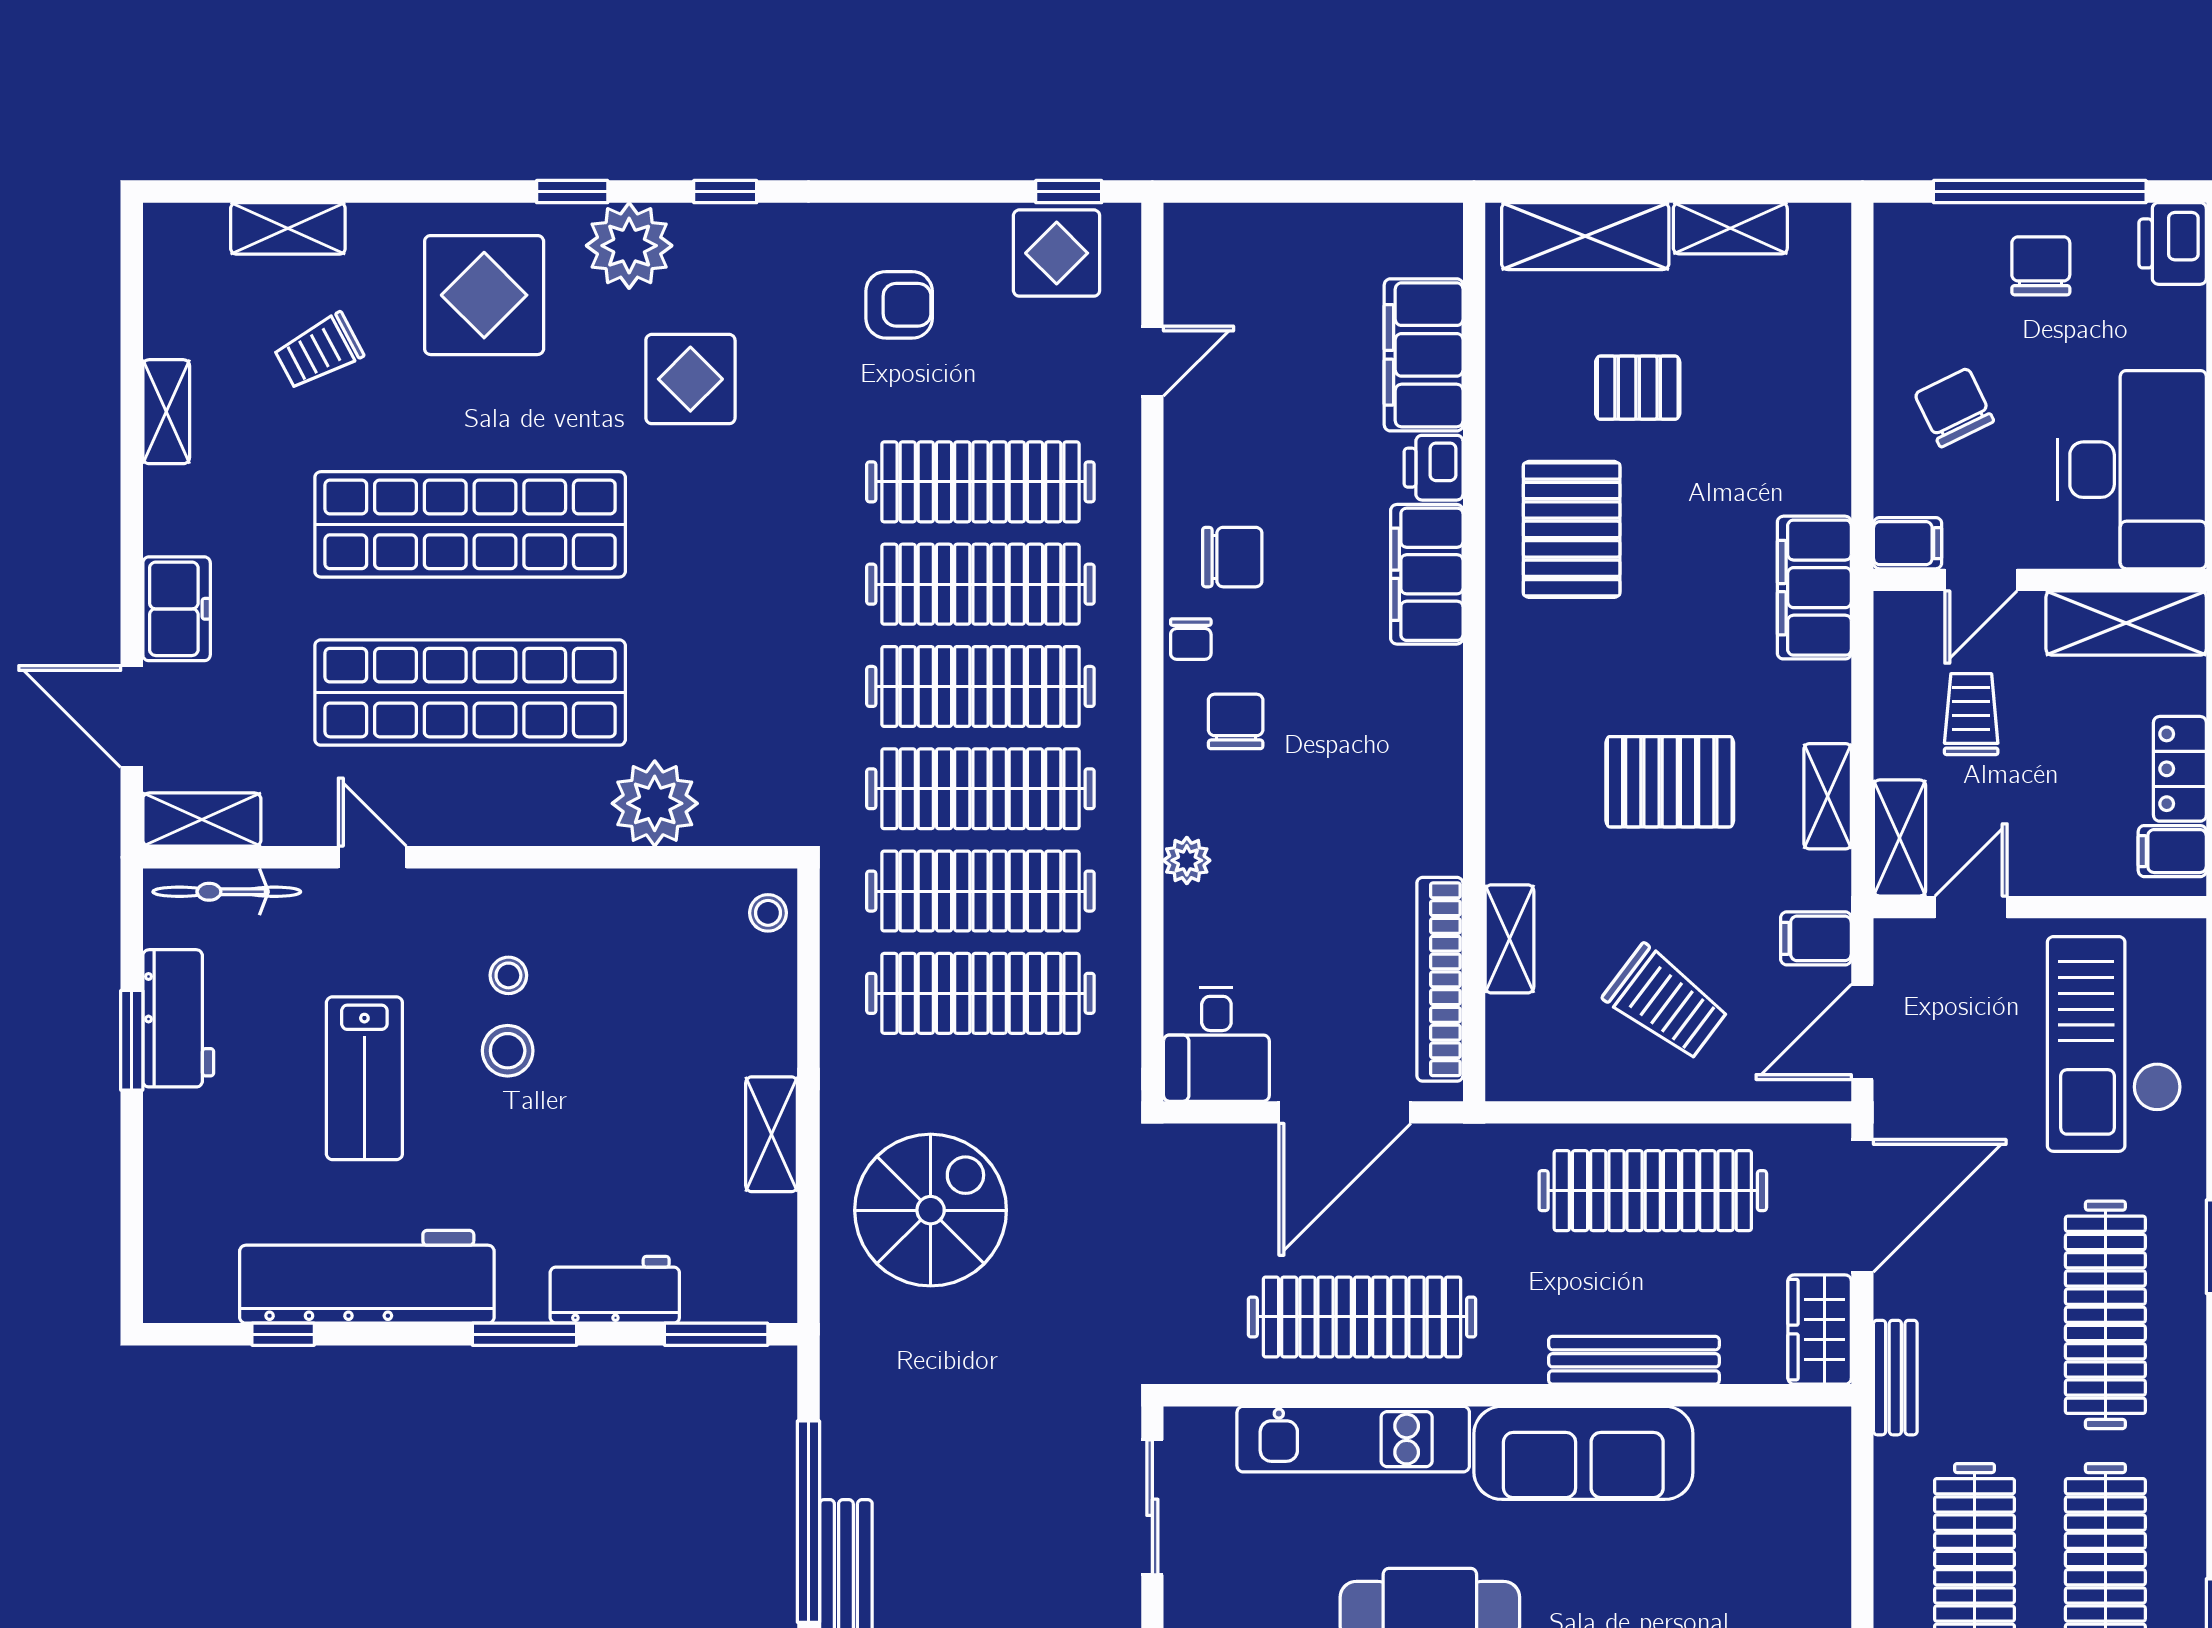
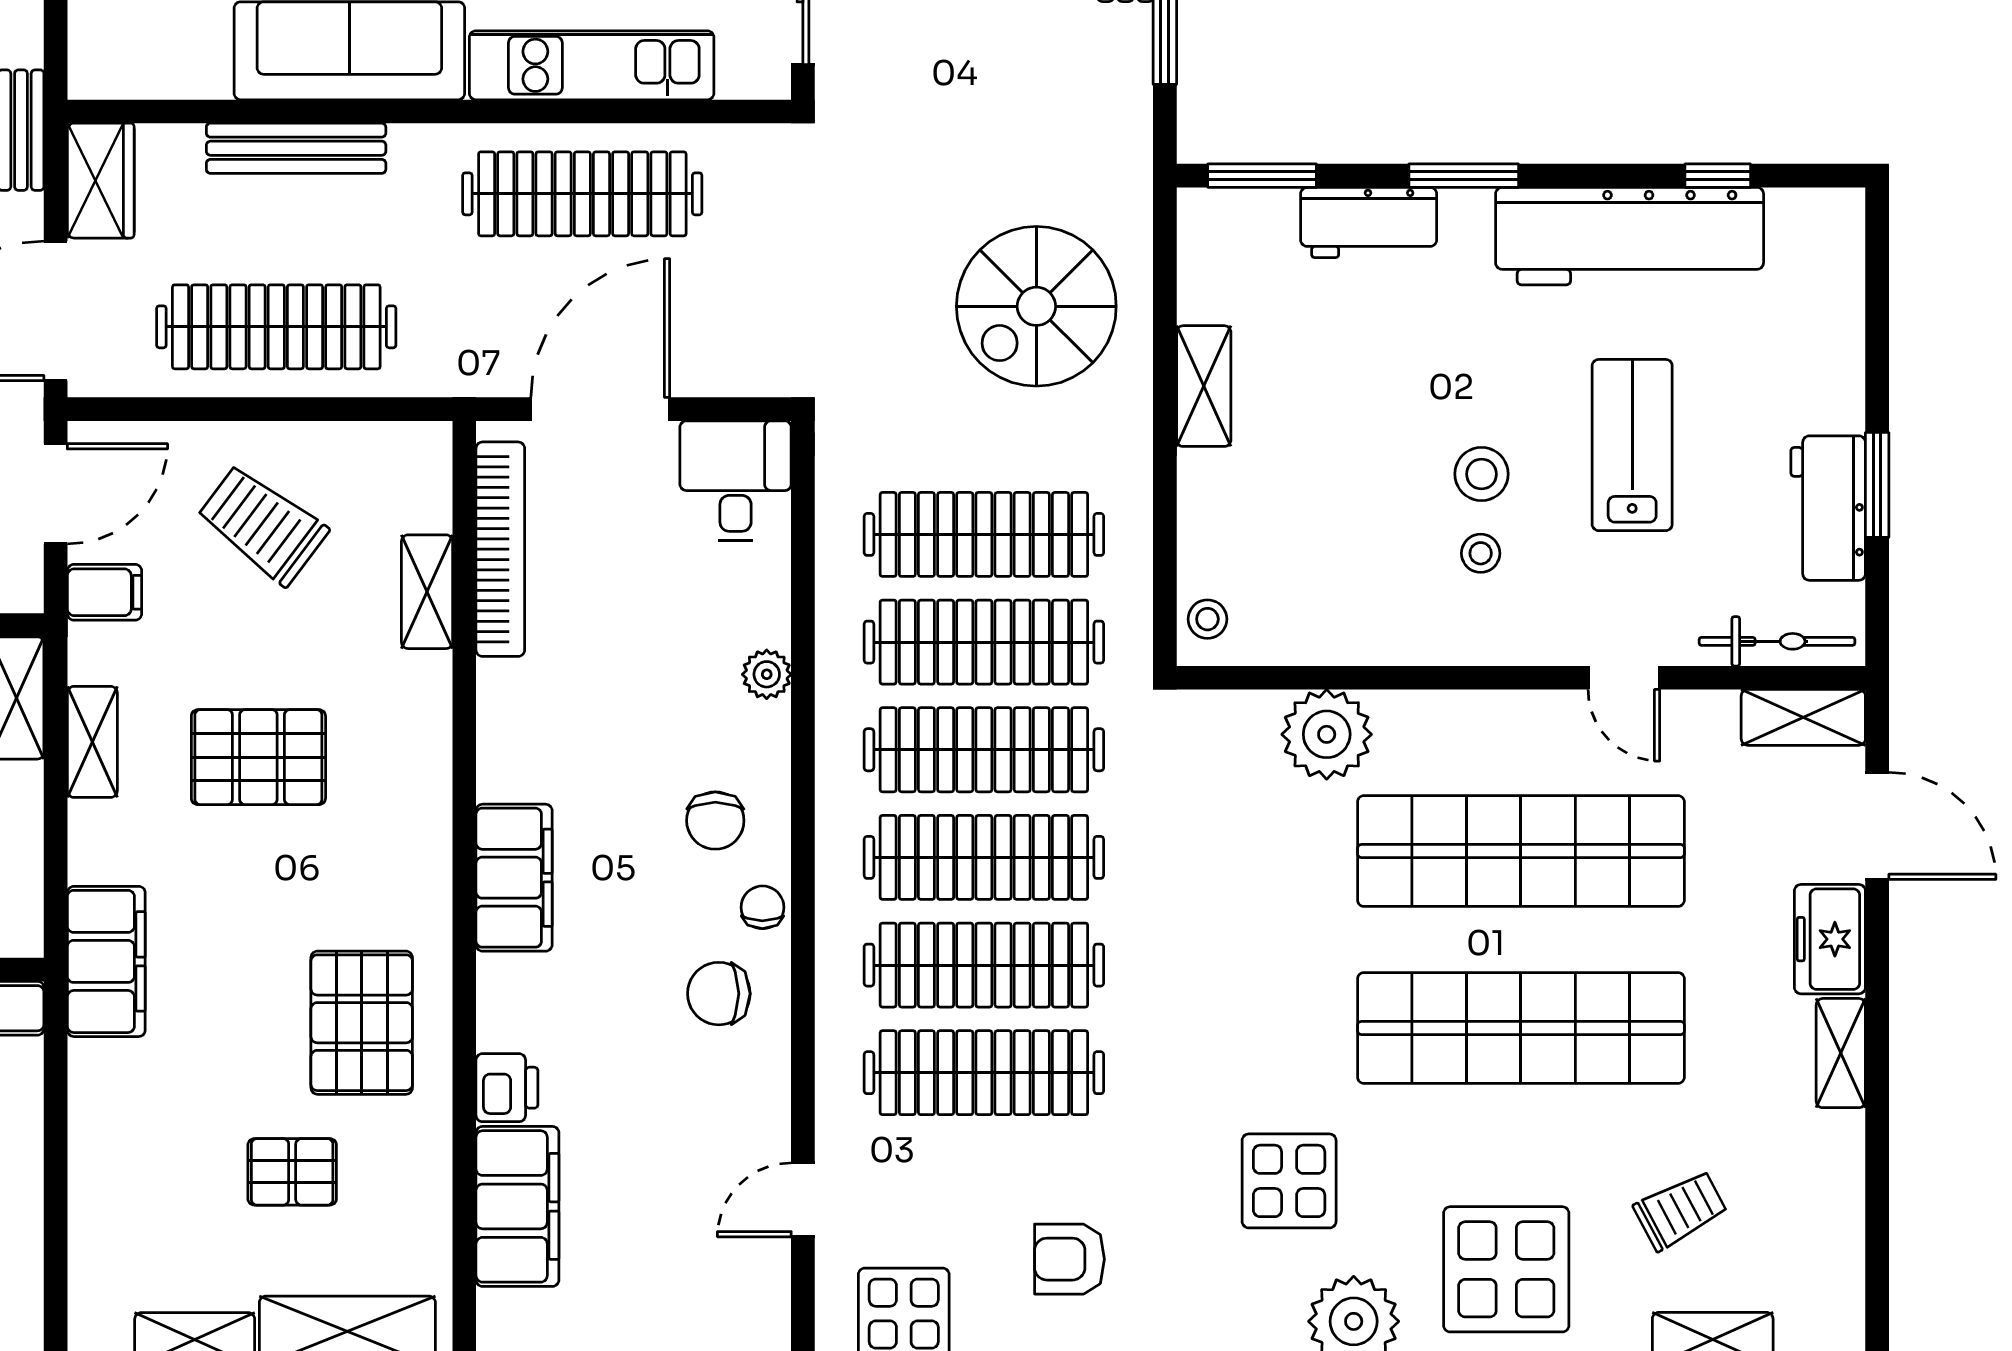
shelving: (166, 412) -> (1841, 1053), moved
filing cabinet: (1427, 574) -> (514, 878), moved

